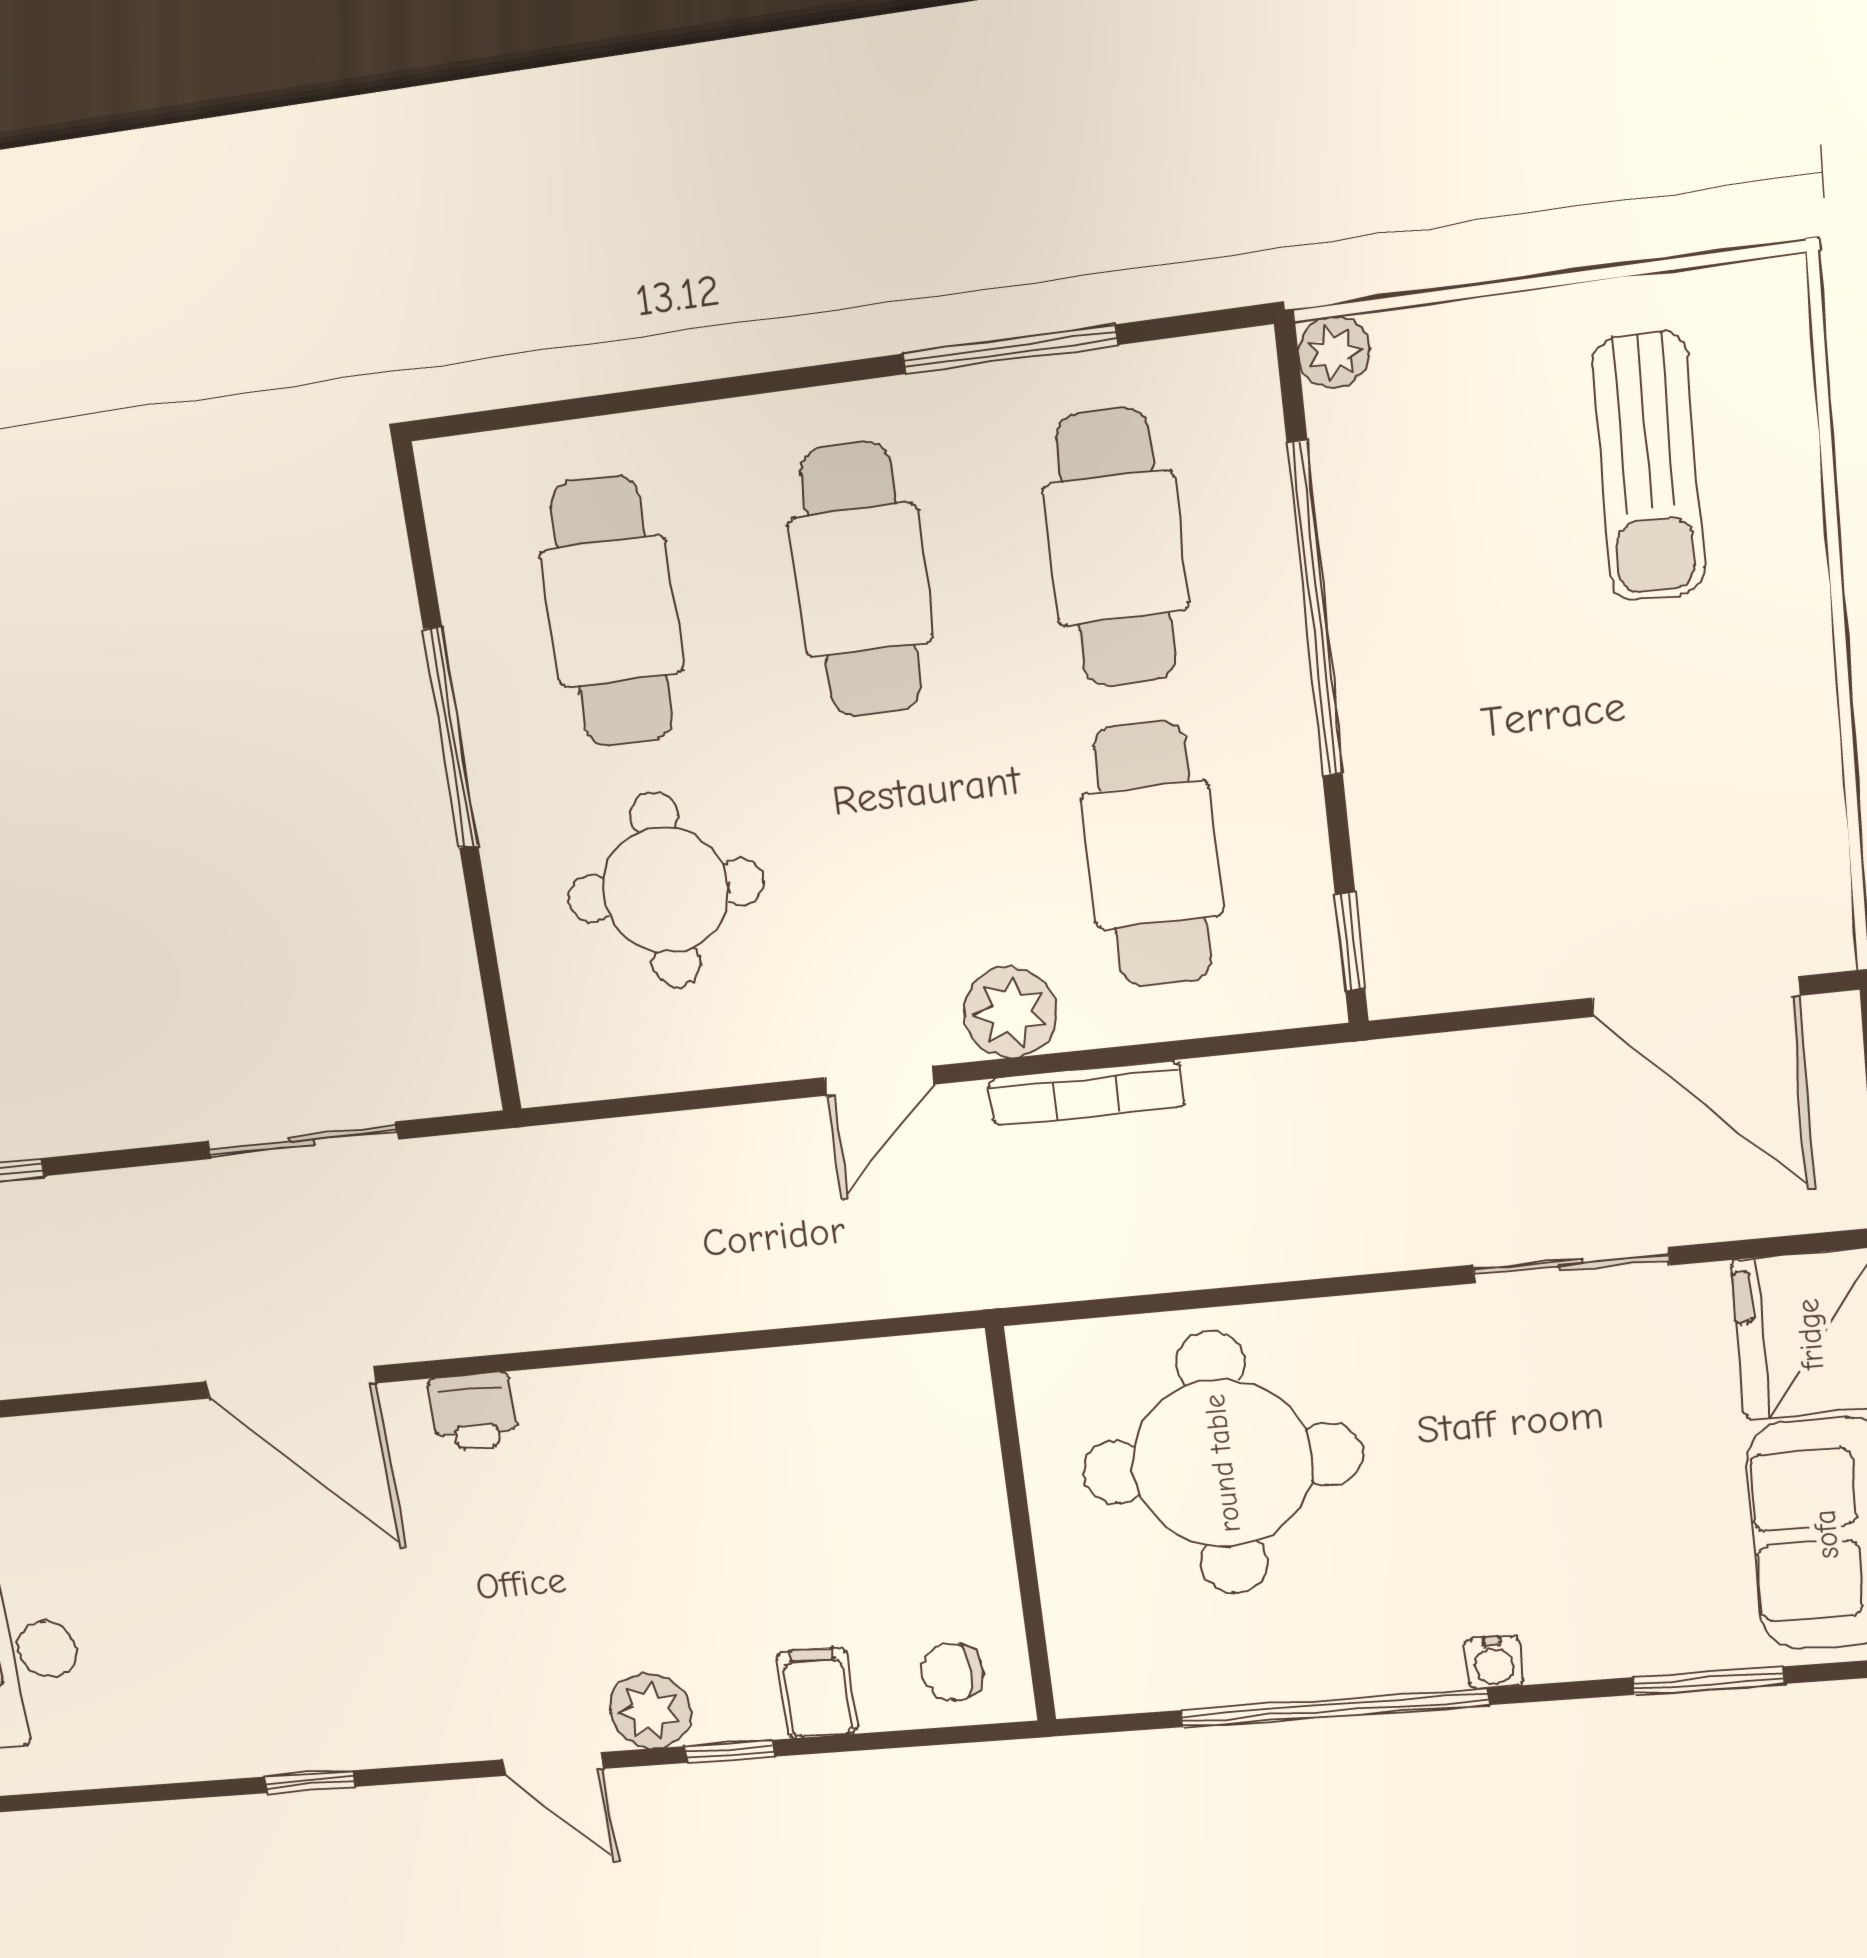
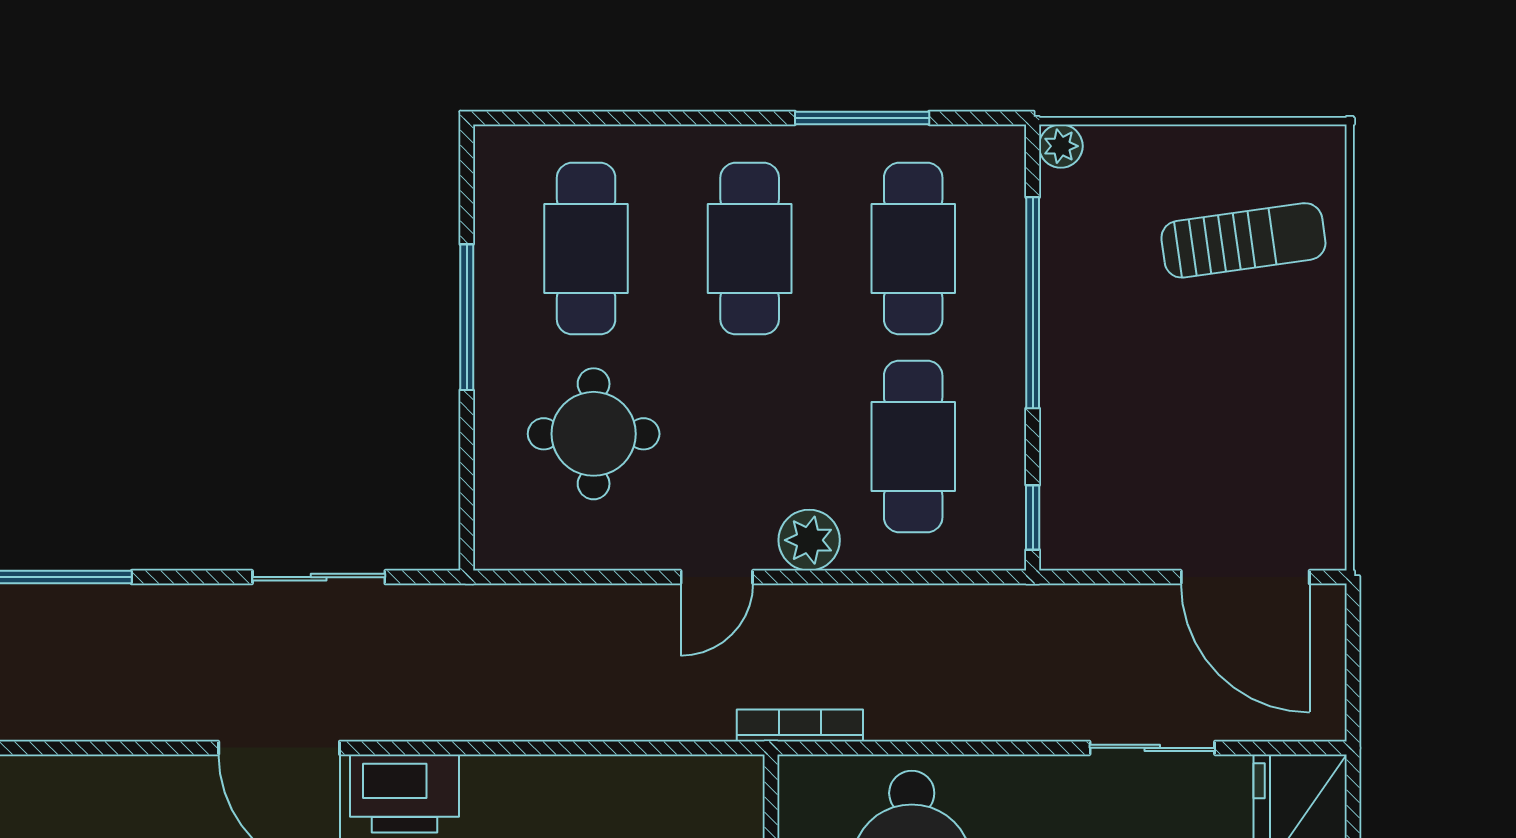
sun lounger: (1648, 467) -> (1243, 240), turned -98
bookcase: (1086, 1093) -> (800, 725), moved, turned 180
printer: (473, 1411) -> (405, 793), width x1.87, depth x1.48

